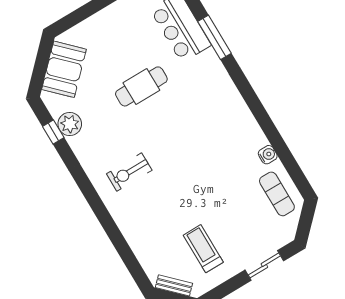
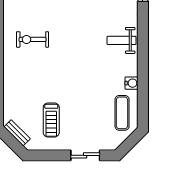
weight bench: (228, 114) -> (122, 40), added
treadmill: (203, 249) -> (51, 120), turned 180

